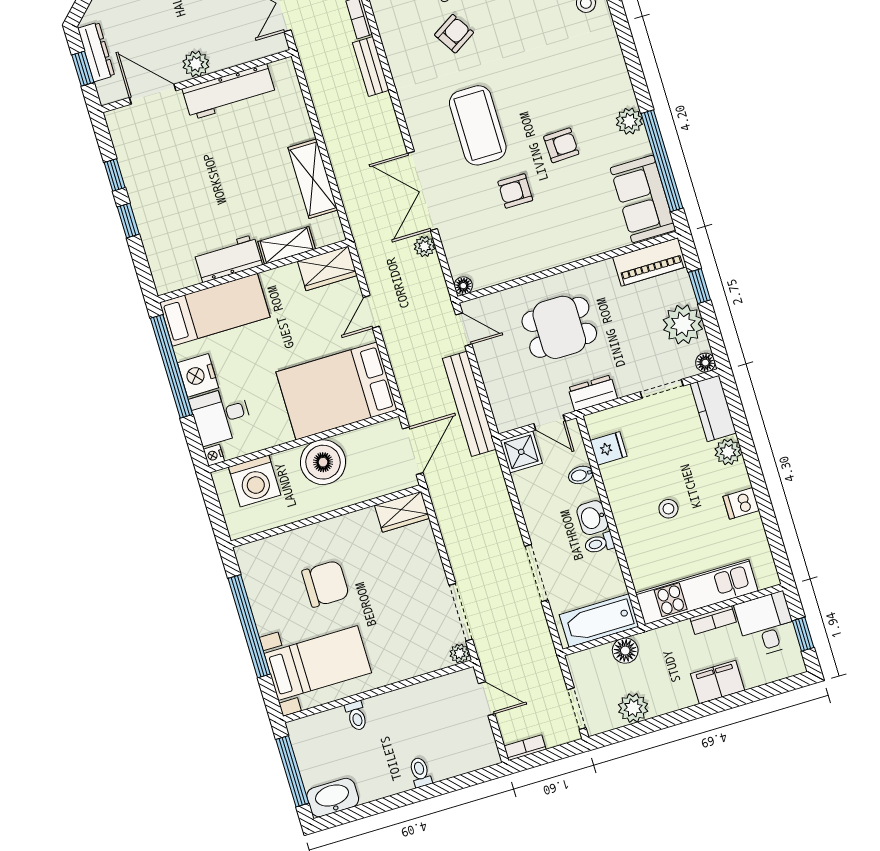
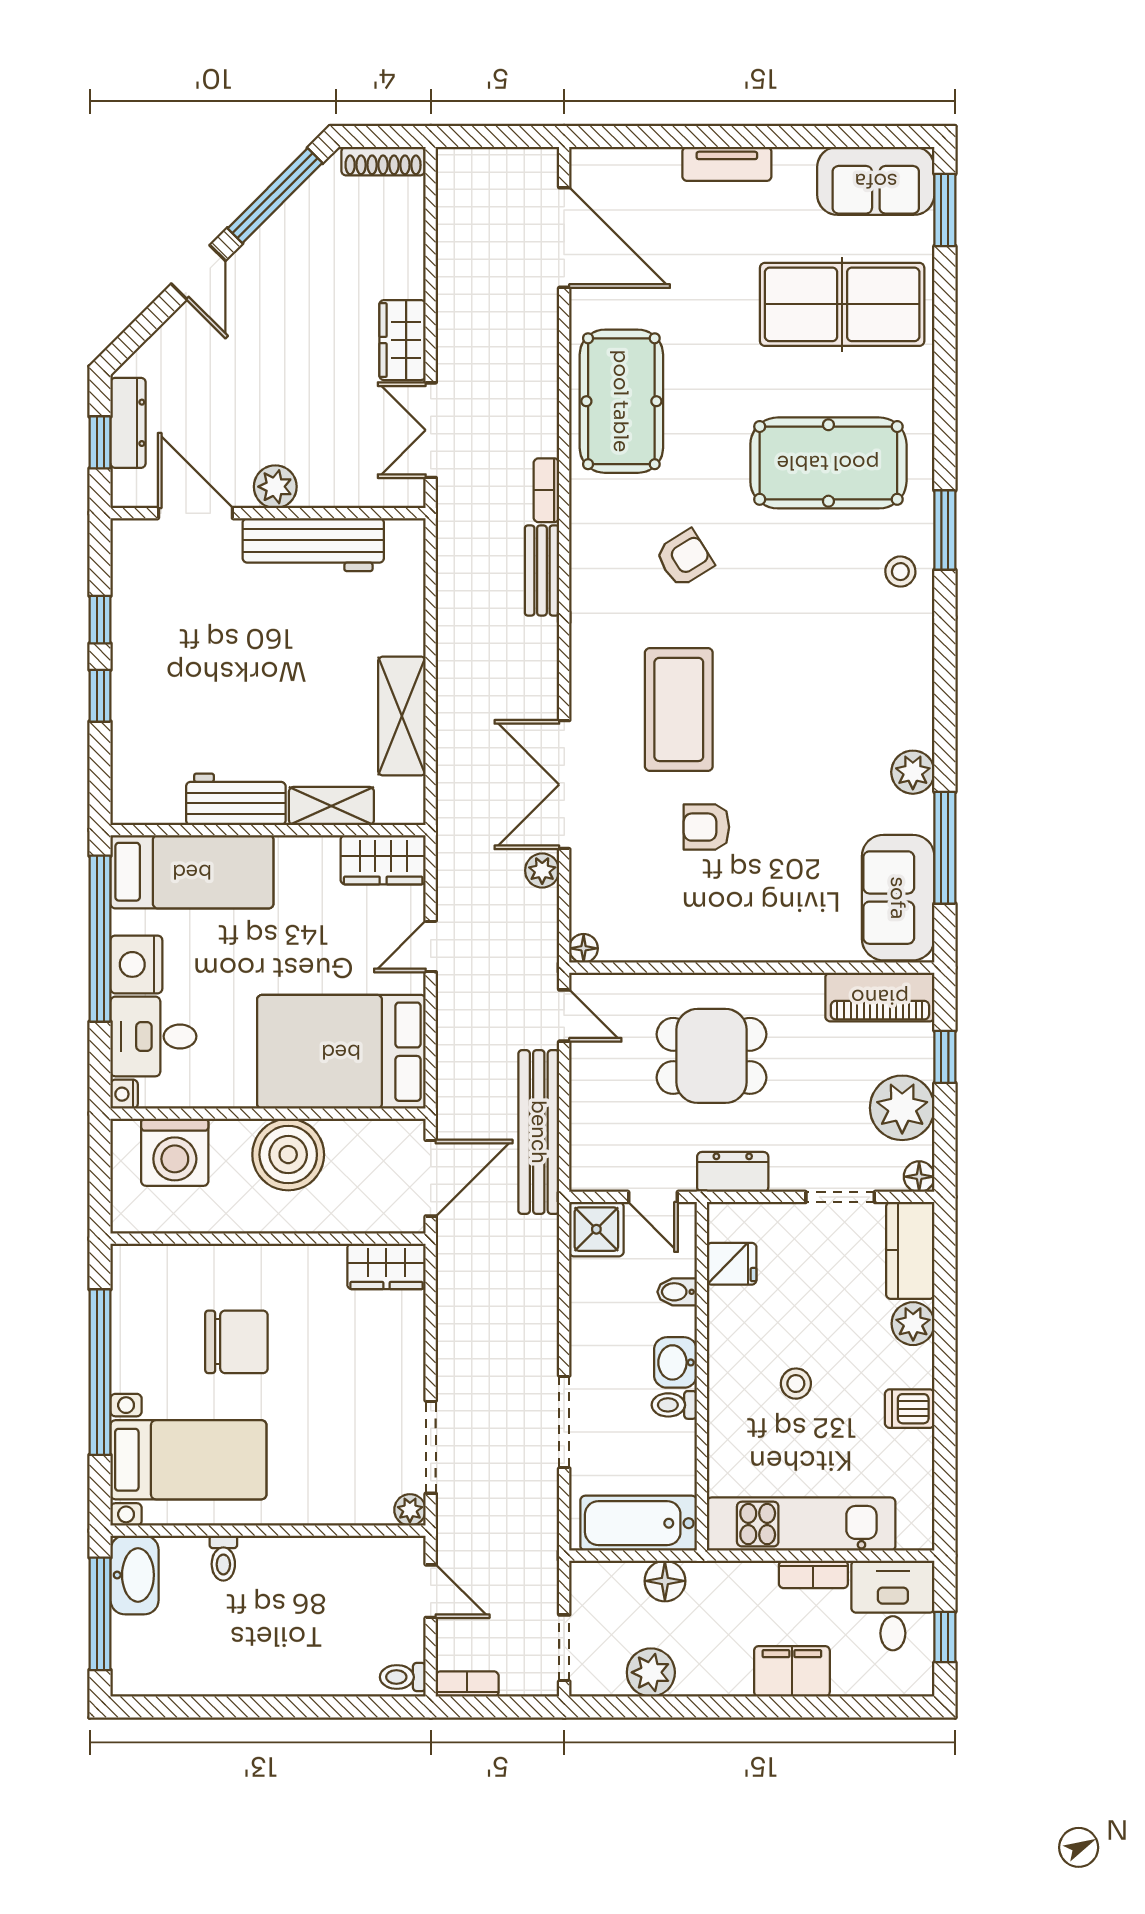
armchair: (561, 145) -> (798, 778), removed
window: (662, 161) -> (945, 848), width x0.68
toilet: (420, 772) -> (403, 1677), moved, turned -90
washbasin: (333, 798) -> (135, 1575), moved, turned 90

